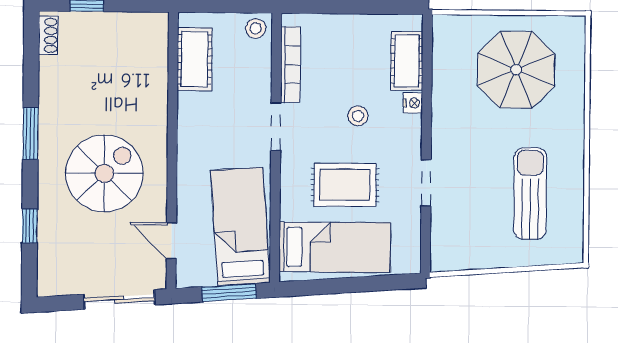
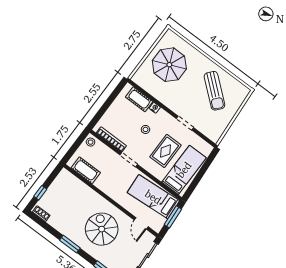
sun lounger: (530, 194) -> (214, 91), turned -140
door: (171, 241) -> (141, 223), hinge flipped

